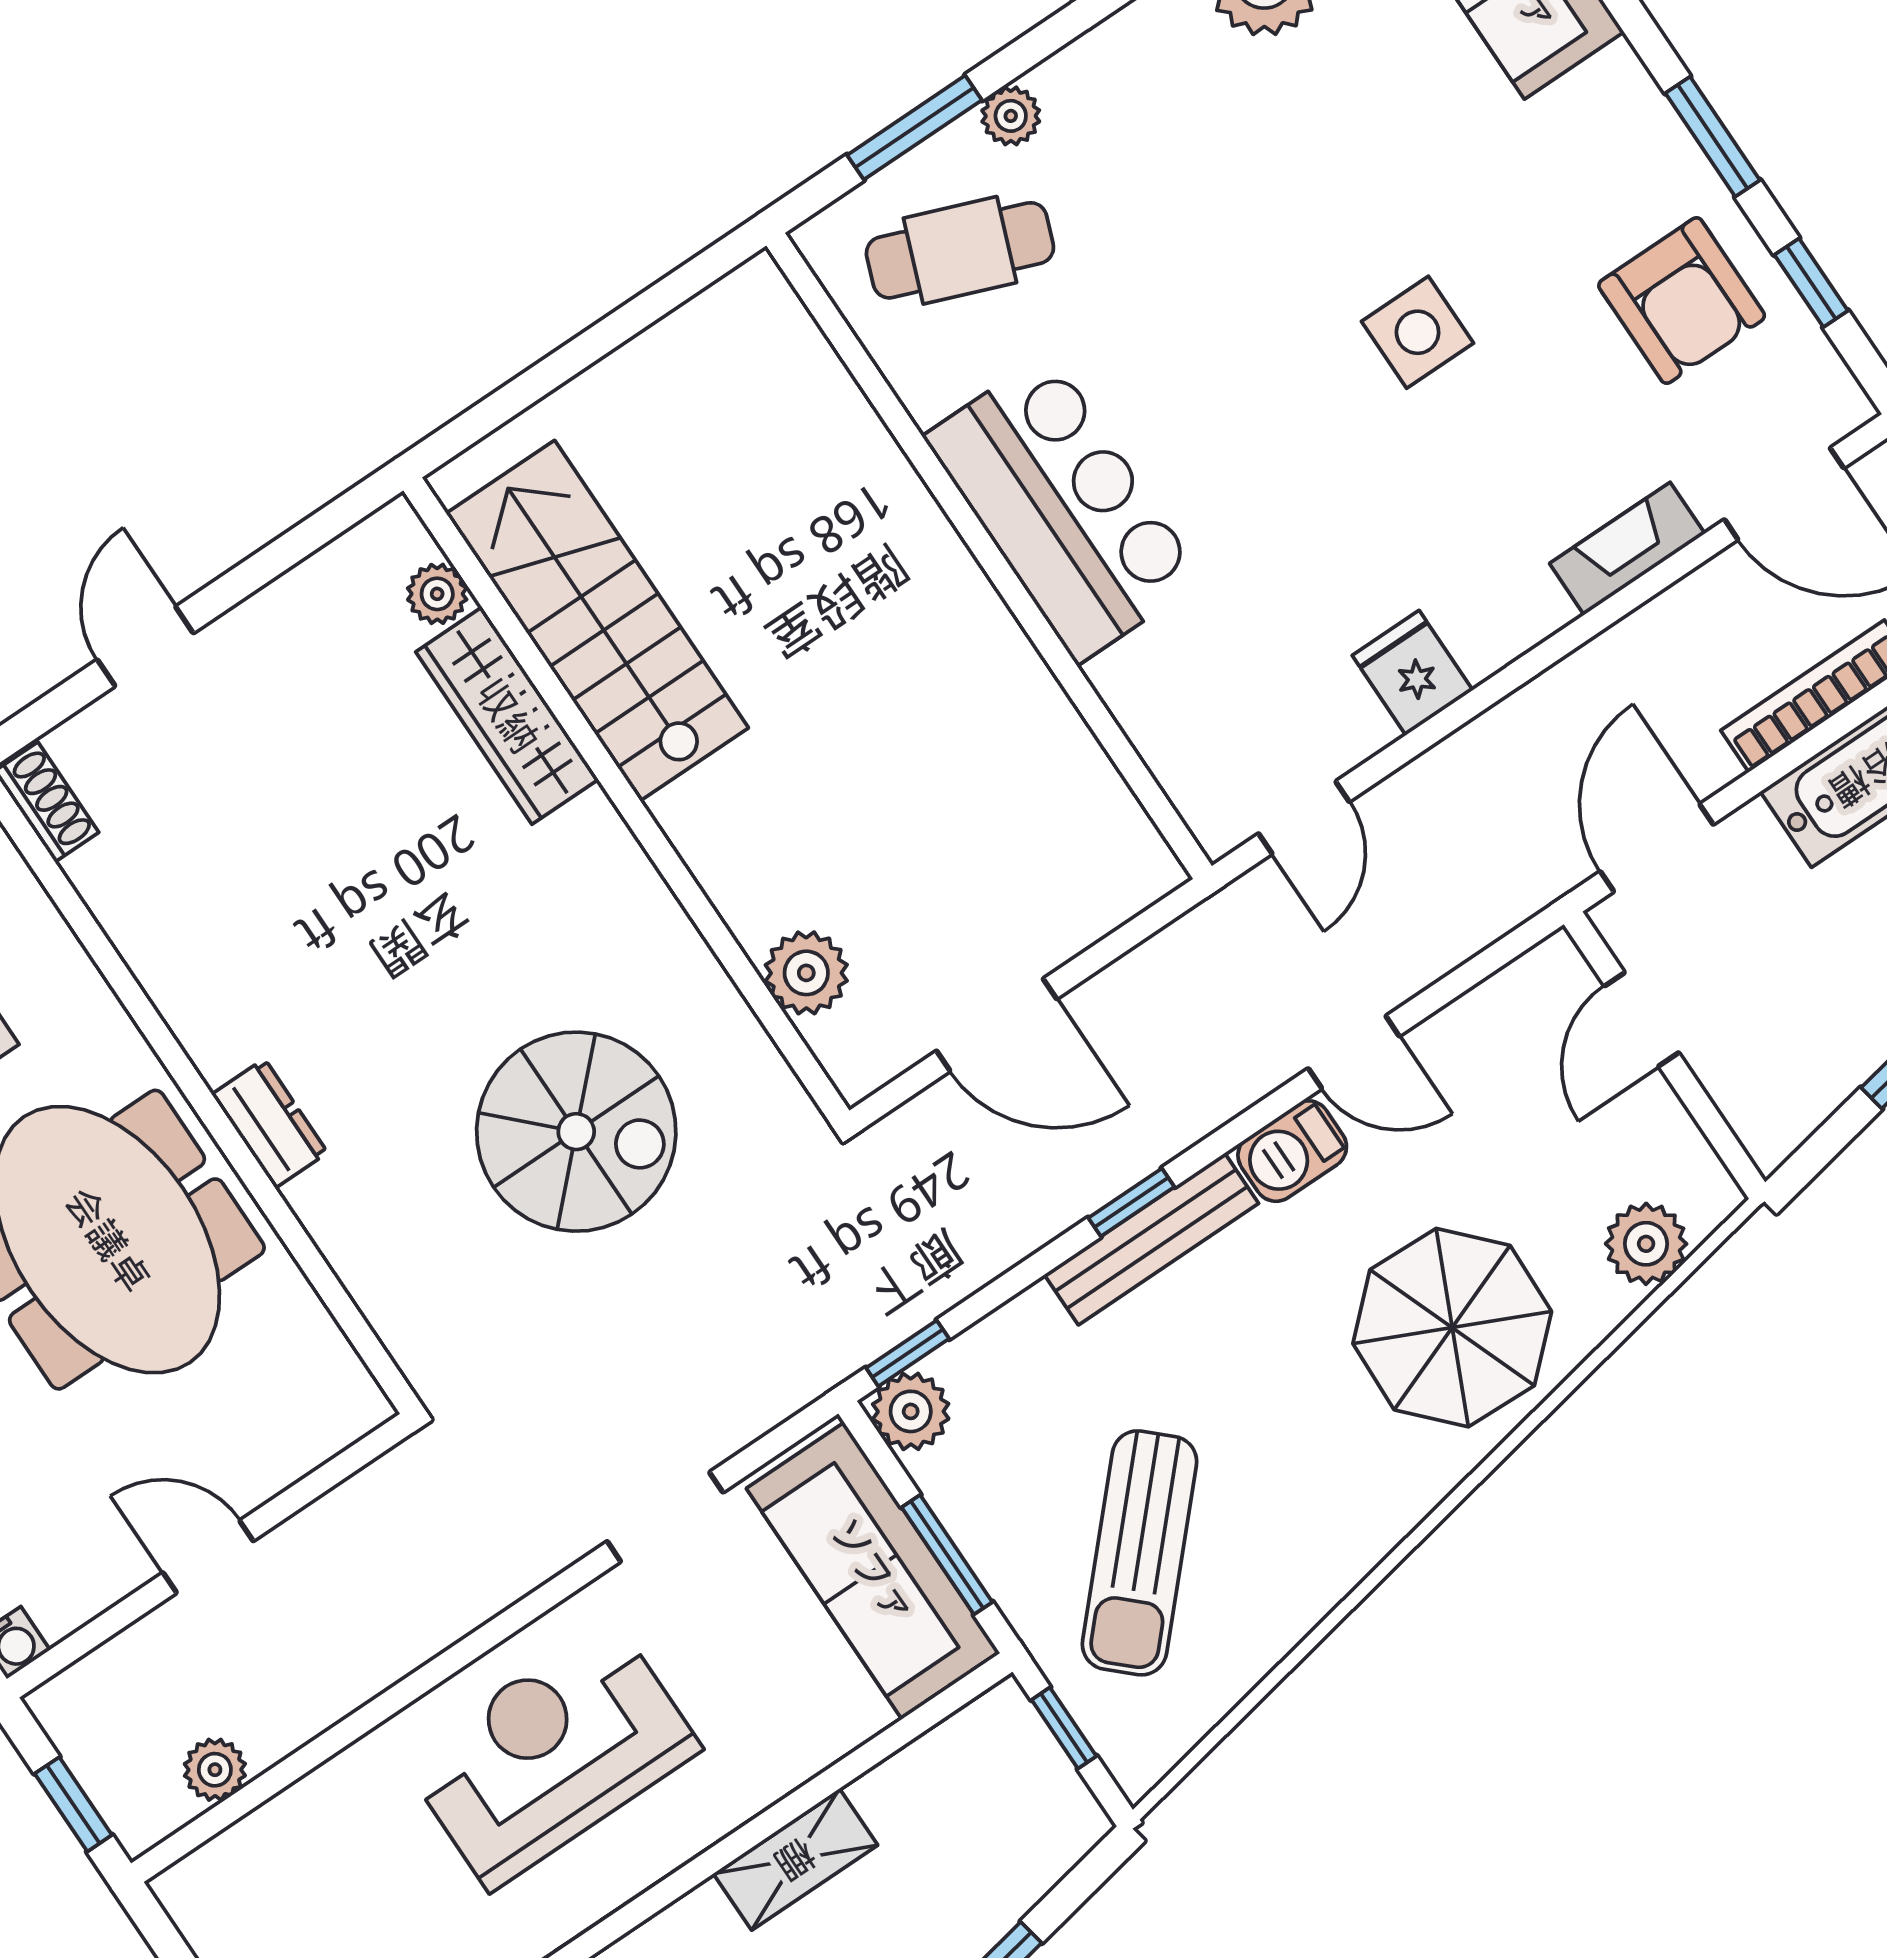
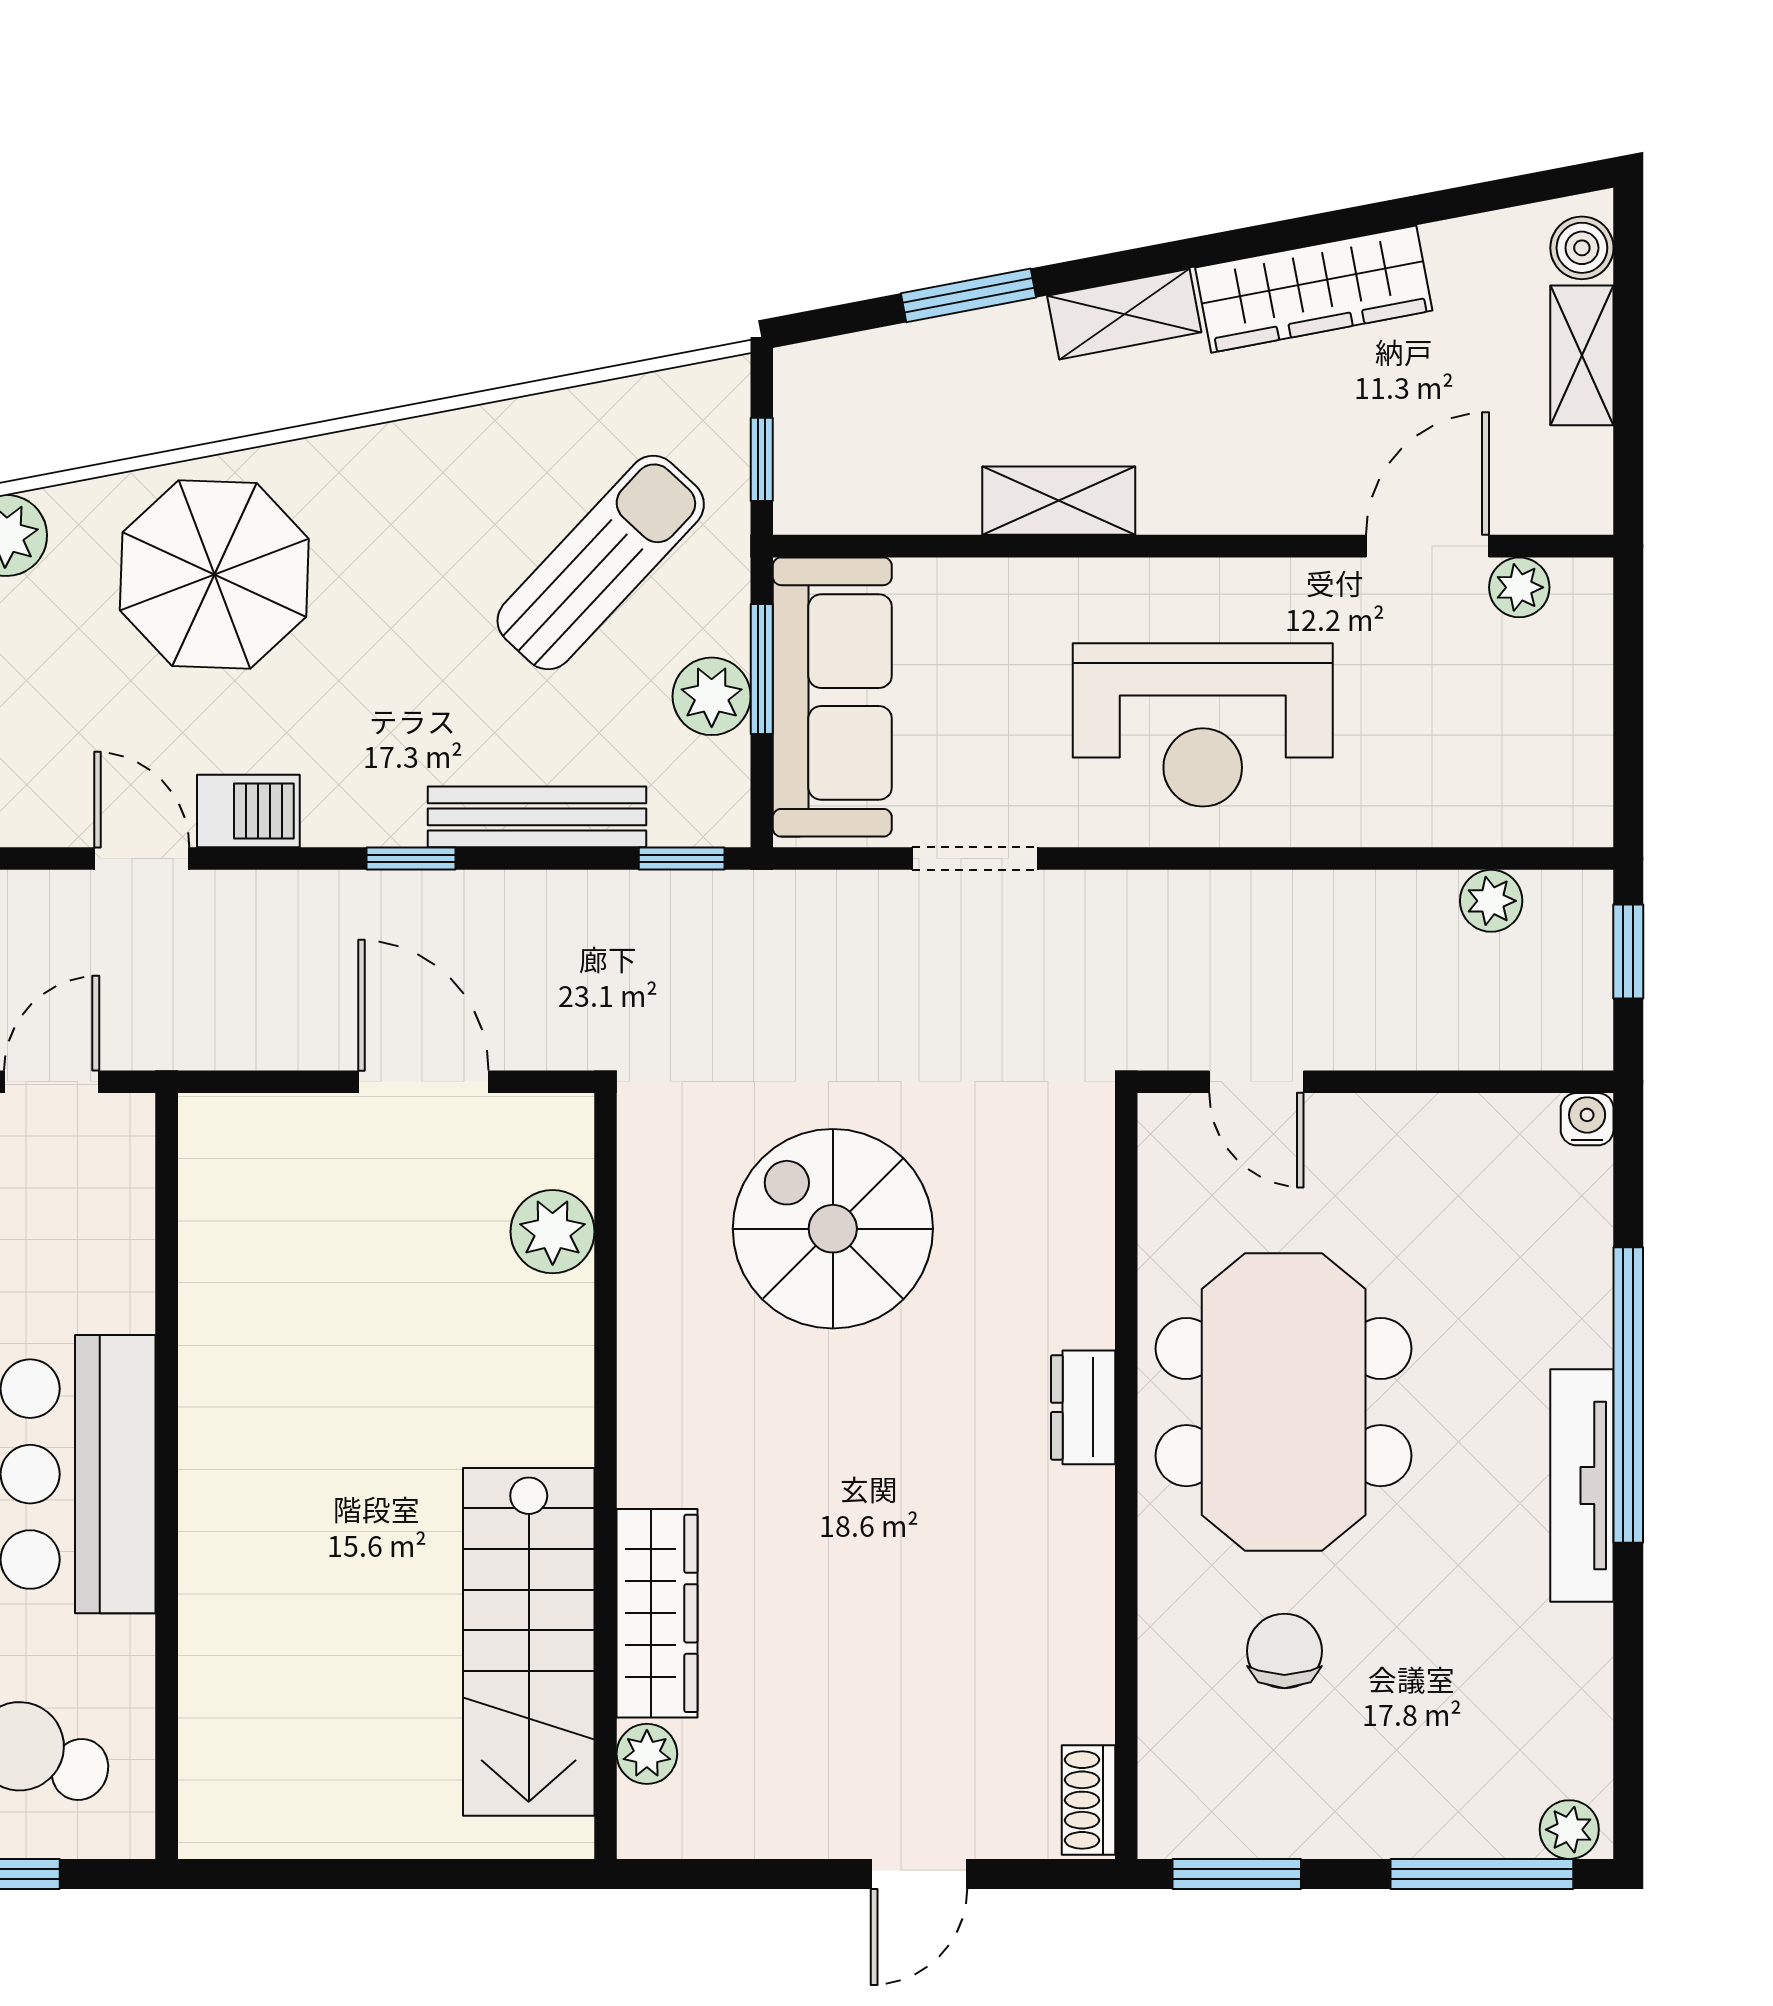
bench: (1151, 1239) -> (537, 817), moved
plant: (911, 1411) -> (712, 696), moved
door: (208, 1557) -> (1256, 1082), moved

